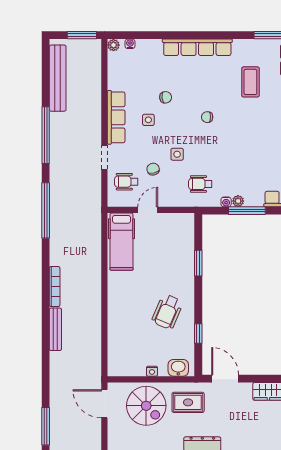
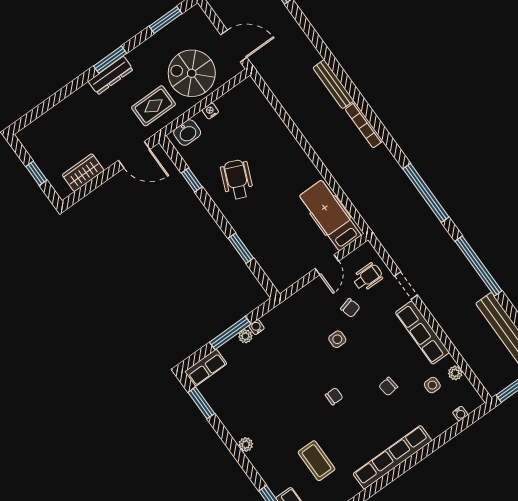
plant: (113, 45) -> (455, 373), moved
side table: (148, 120) -> (432, 385), moved
wheelchair: (200, 184) -> (294, 327), removed

